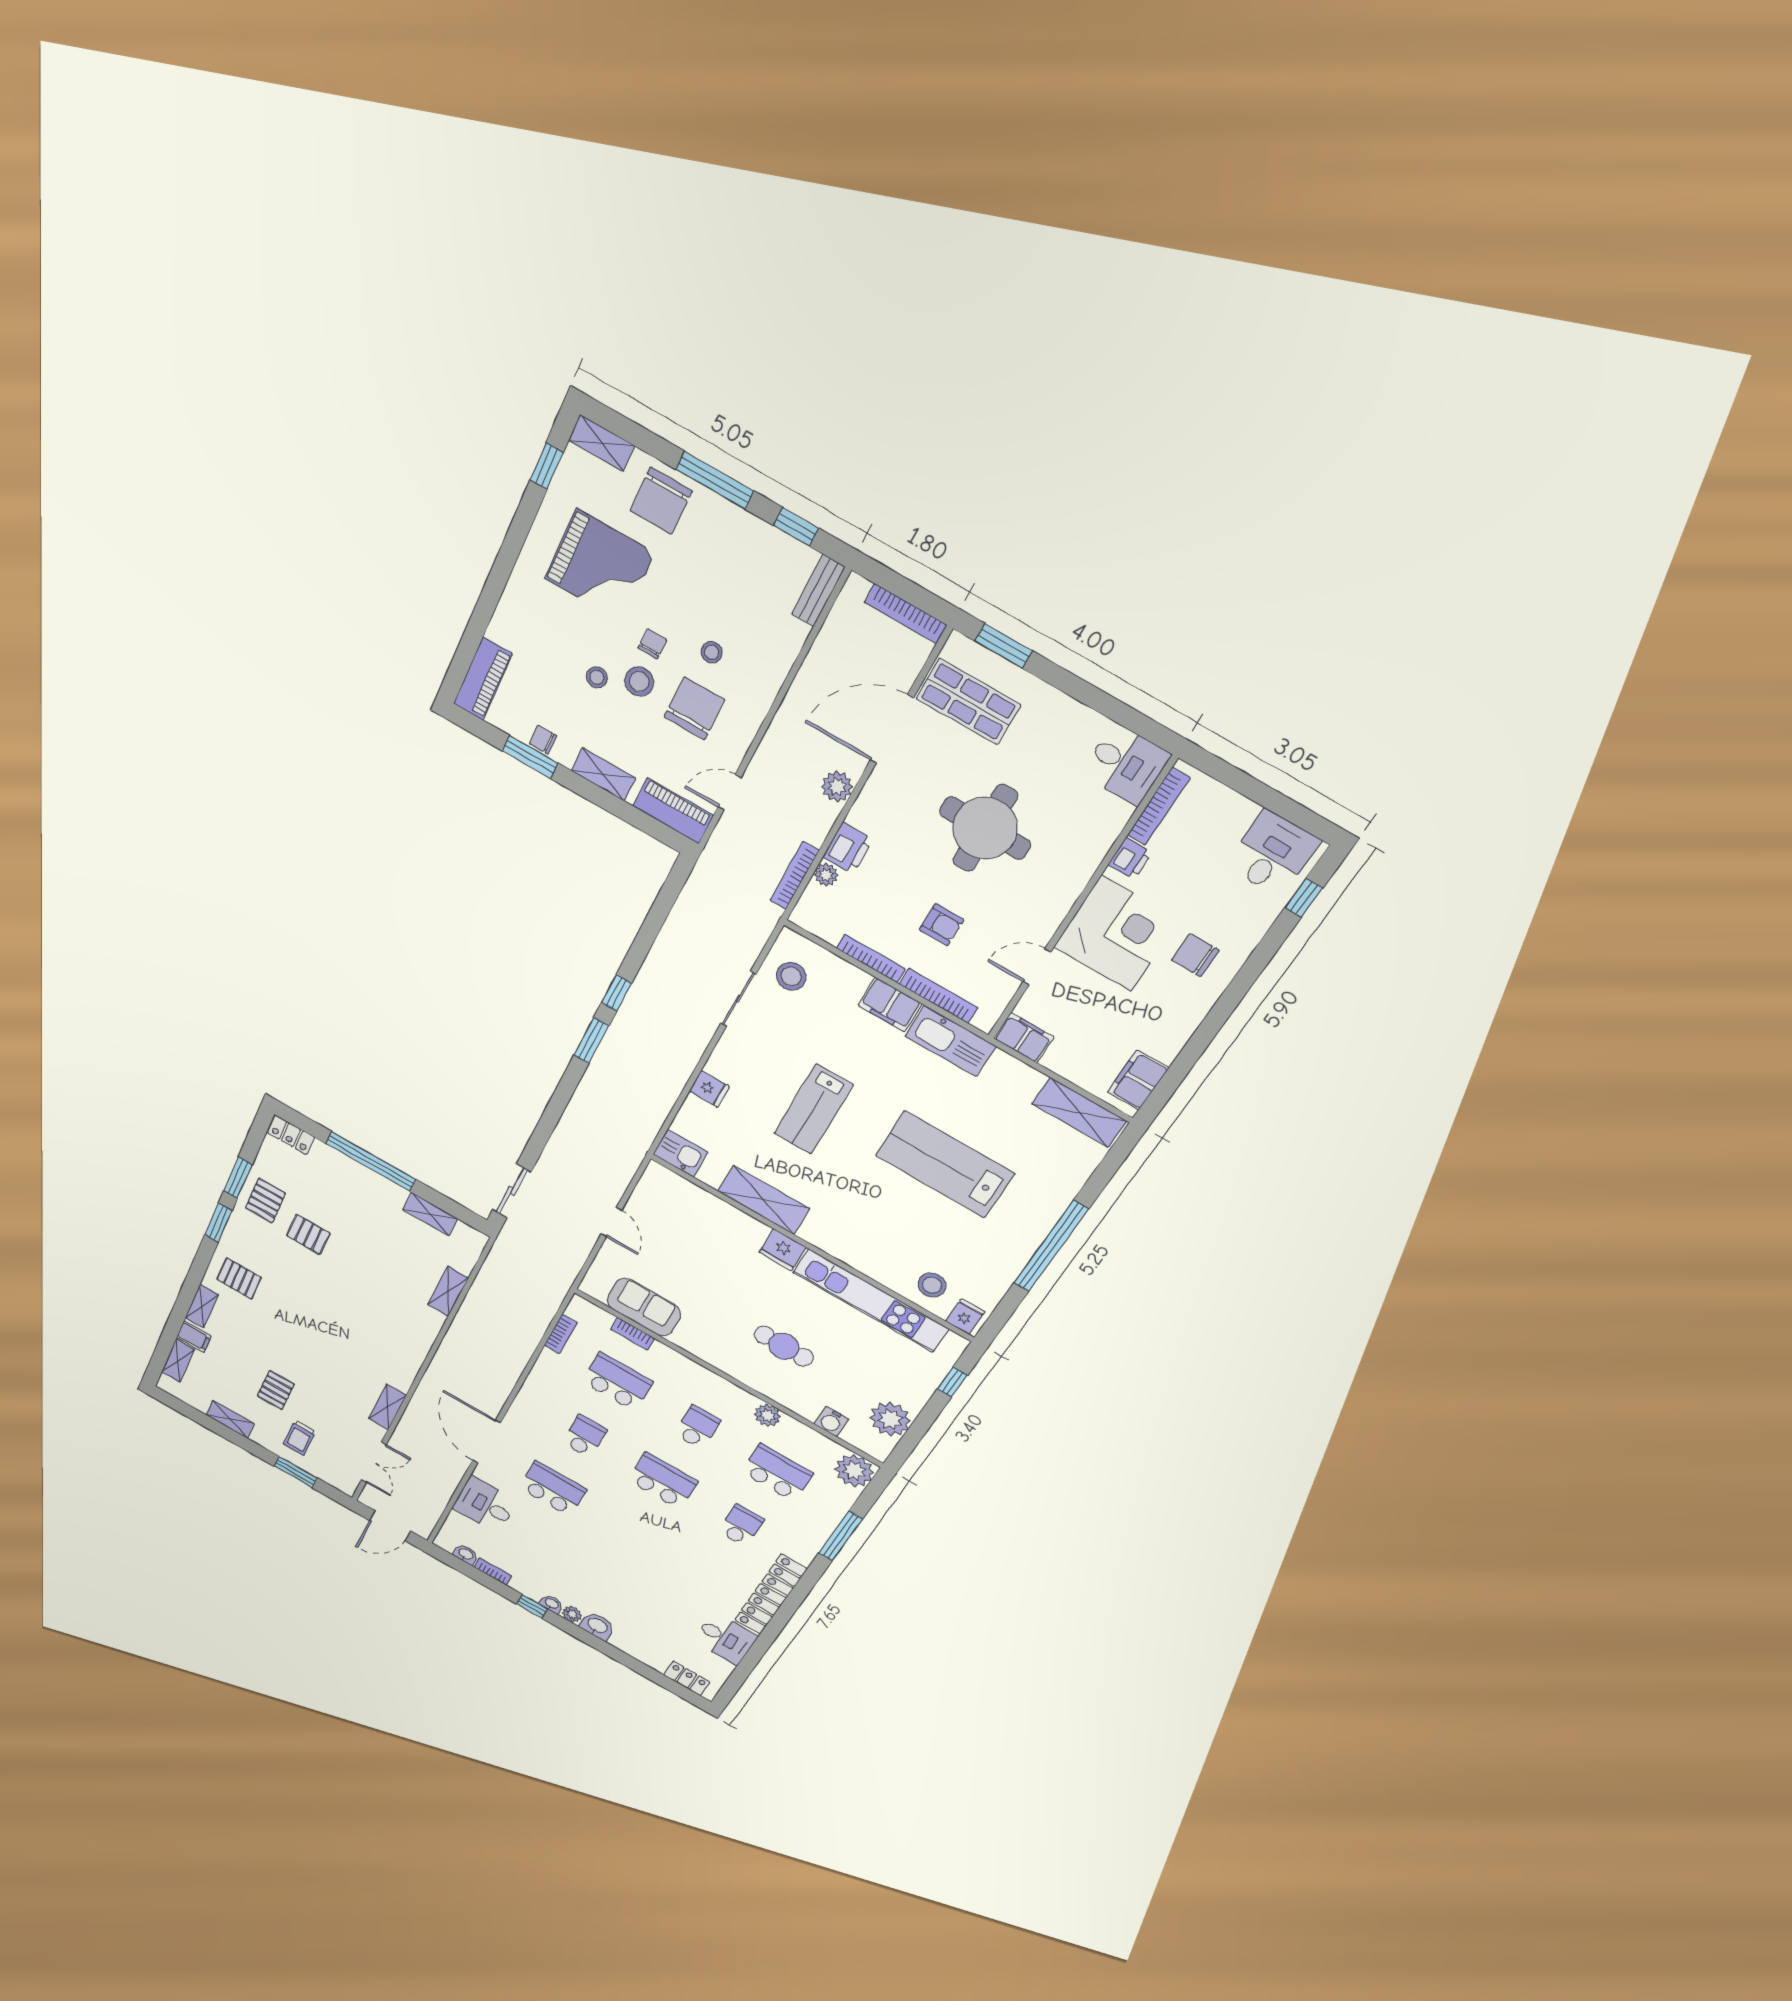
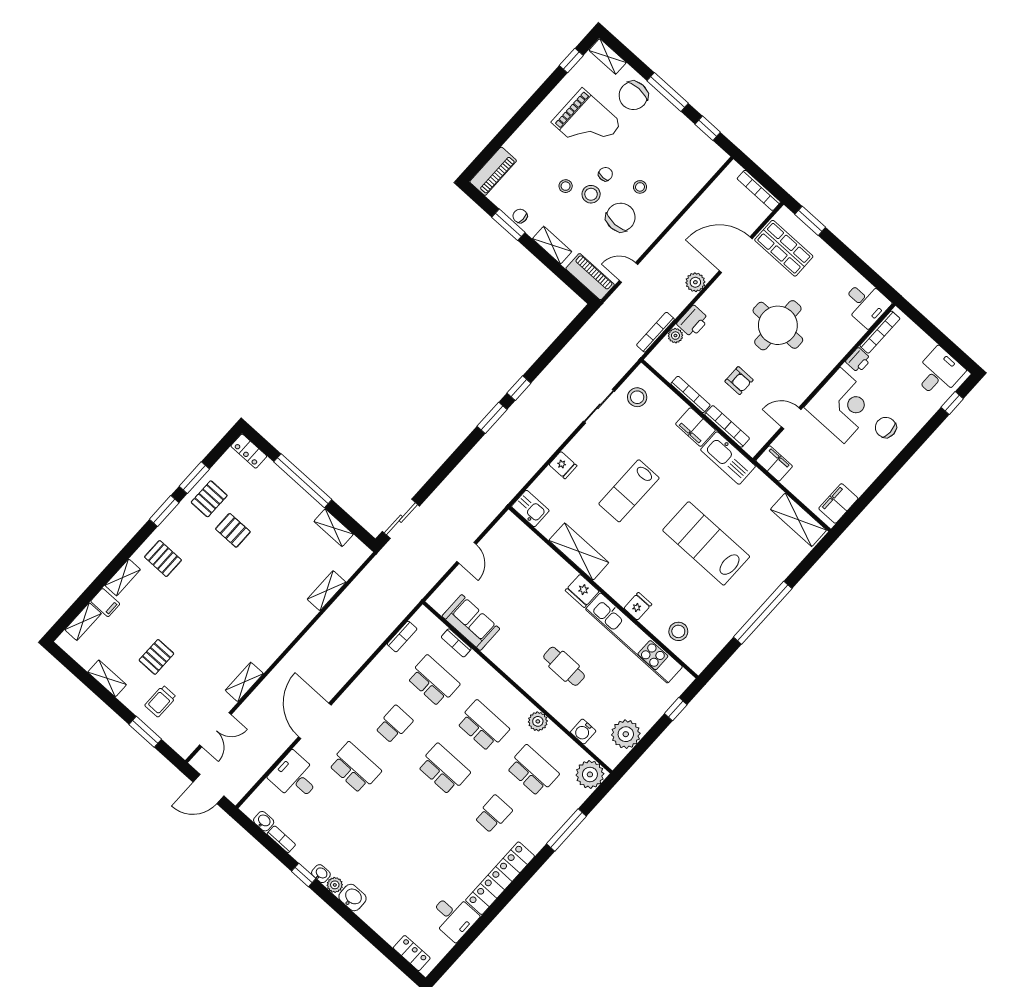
bench: (818, 591) -> (712, 166), removed
fridge: (965, 1317) -> (638, 606), moved
school desk: (697, 1427) -> (483, 726), width x1.85

